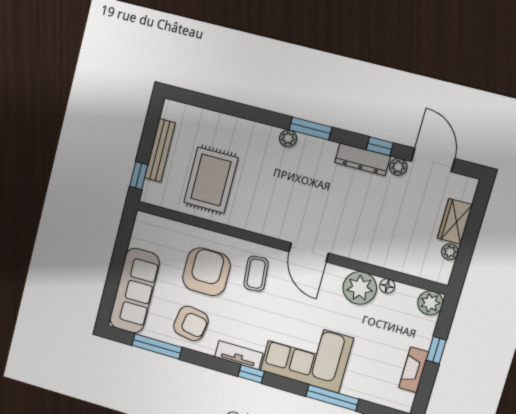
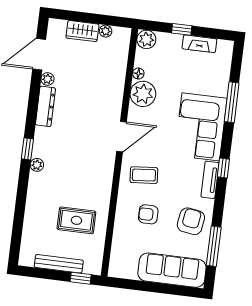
window: (310, 129) -> (27, 149), width x0.67
window: (380, 146) -> (34, 95), removed
rug: (211, 180) -> (76, 220), width x0.73, depth x0.70
armchair: (206, 272) -> (148, 214), width x0.53, depth x0.53

